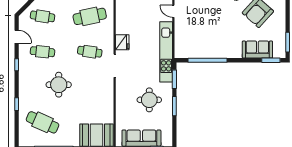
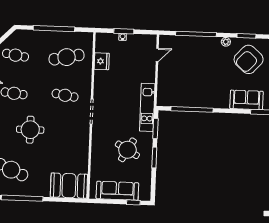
door: (173, 11) -> (157, 55), swing flipped
fridge: (122, 42) -> (102, 61), moved
kitchen unit: (166, 52) -> (147, 107), width x0.73
round table: (149, 100) -> (127, 150), turned 30

